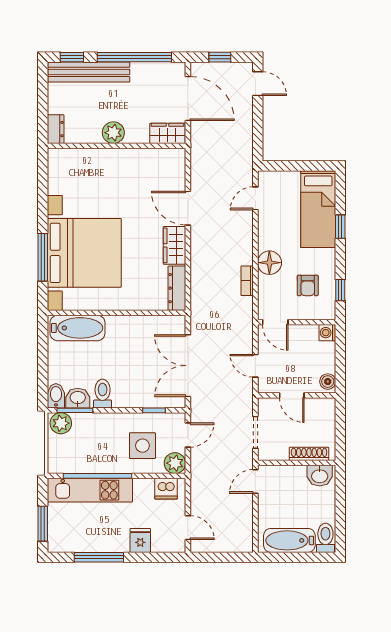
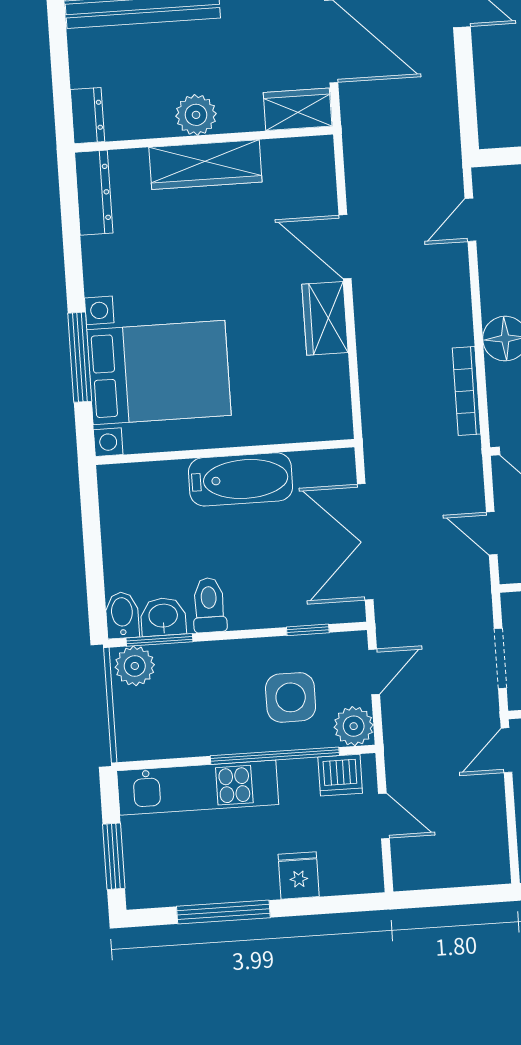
wardrobe: (117, 159) -> (205, 165), added
bed with nightstands: (84, 253) -> (159, 372), width x0.73
bookcase: (247, 281) -> (467, 391), width x1.56
dresser: (177, 288) -> (94, 193), moved, turned 180
bathtub: (77, 328) -> (241, 479), moved
window: (97, 476) -> (275, 756), moved
door: (188, 528) -> (384, 816), moved

